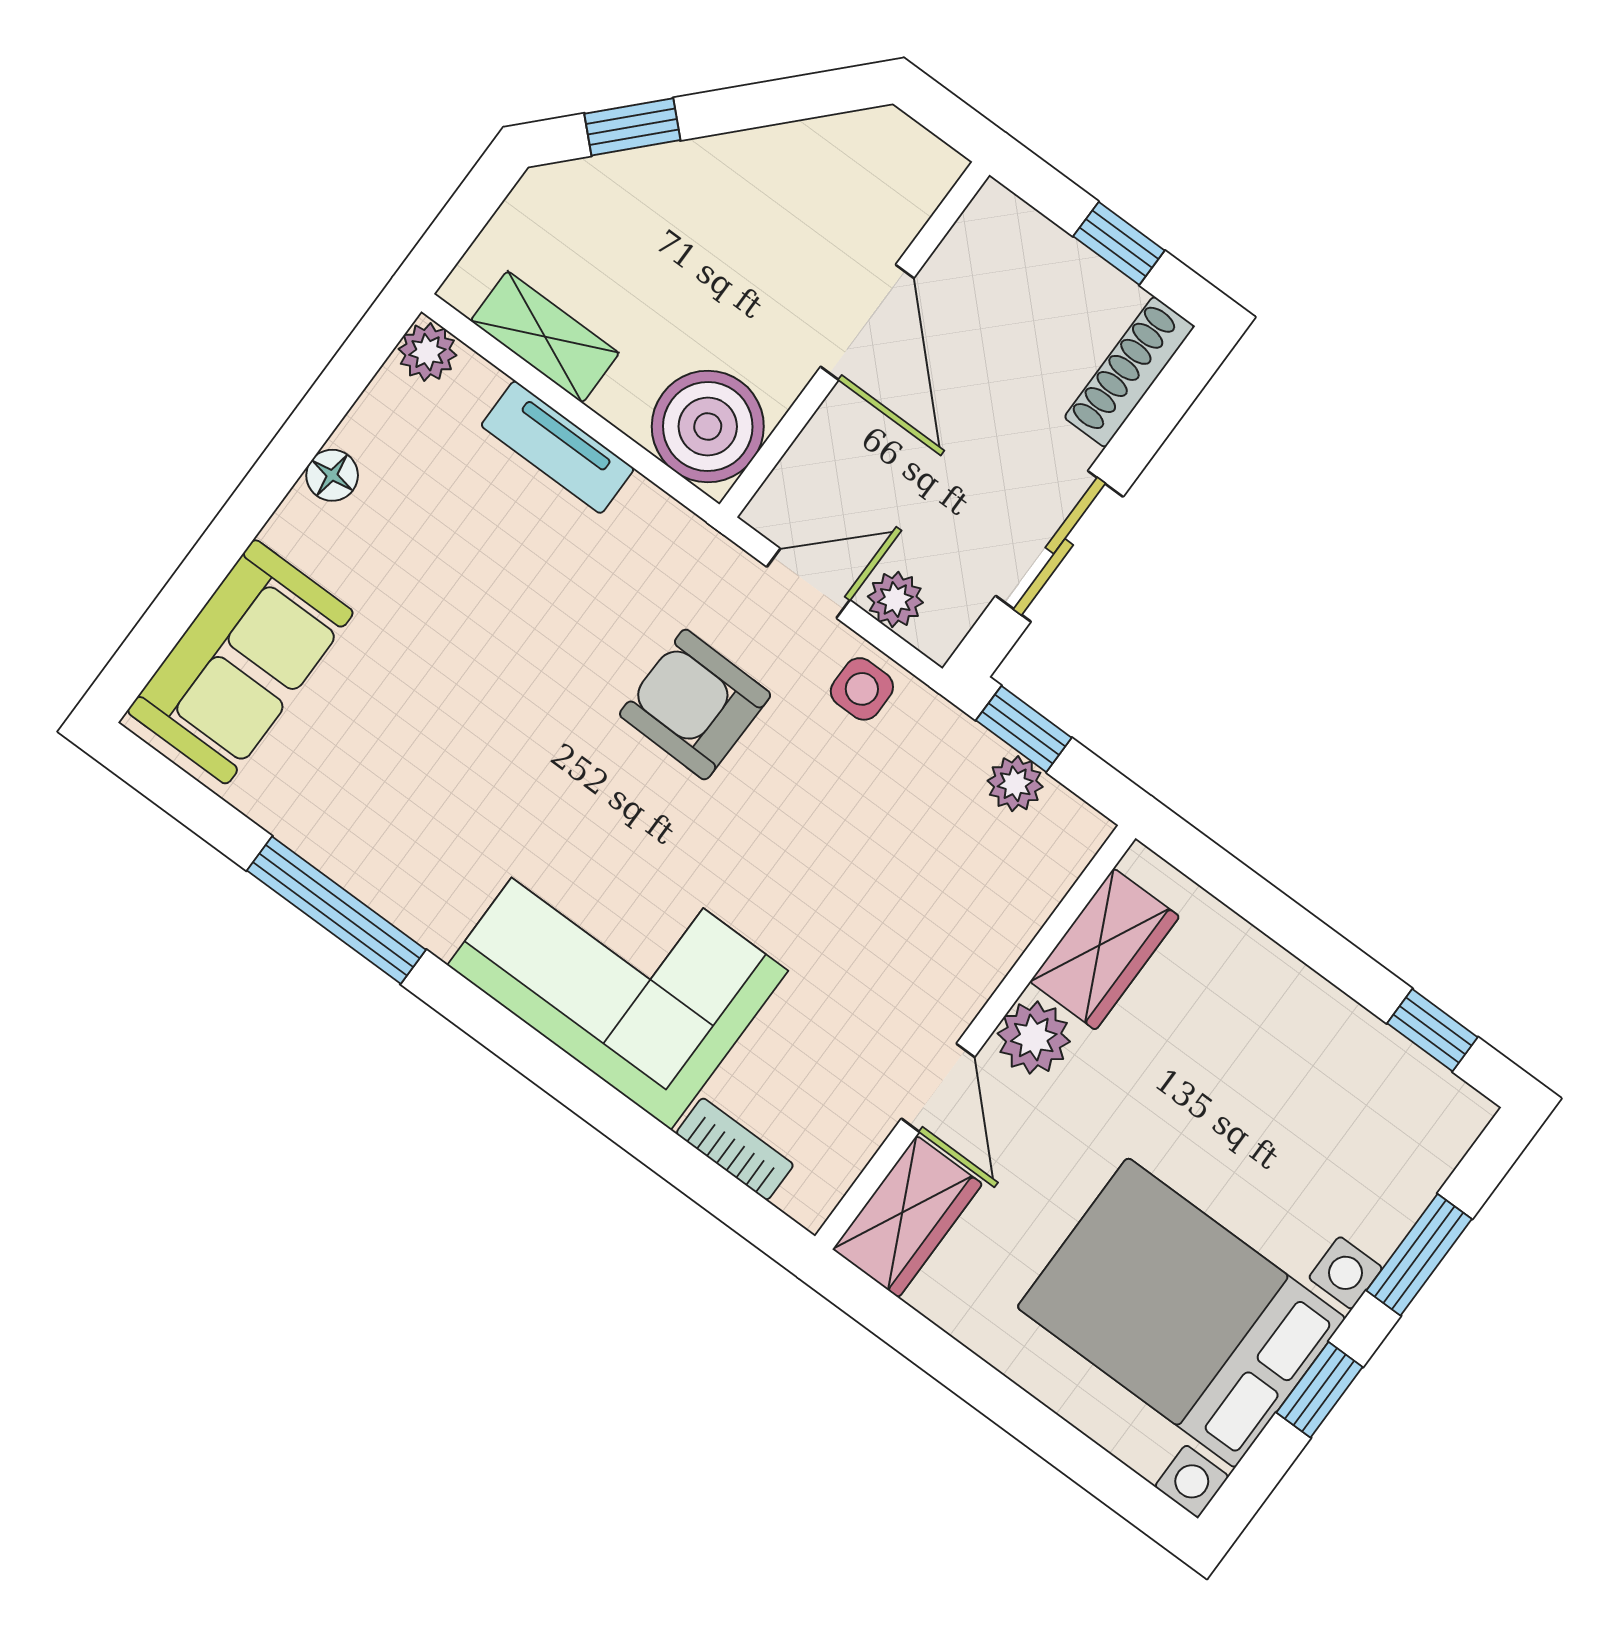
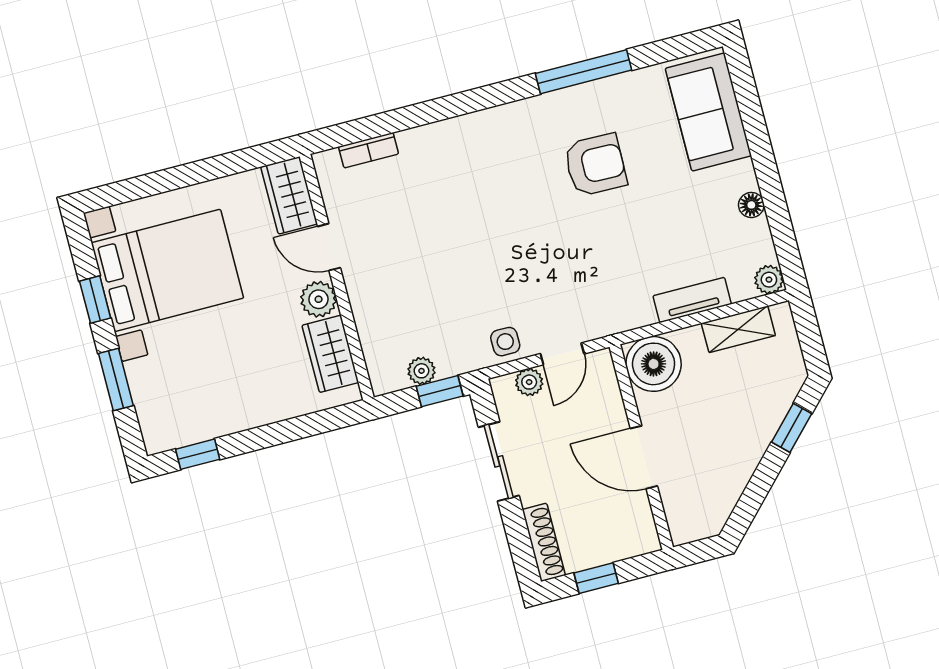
armchair: (695, 704) -> (595, 165), moved
corner sofa: (618, 968) -> (474, 162), removed

